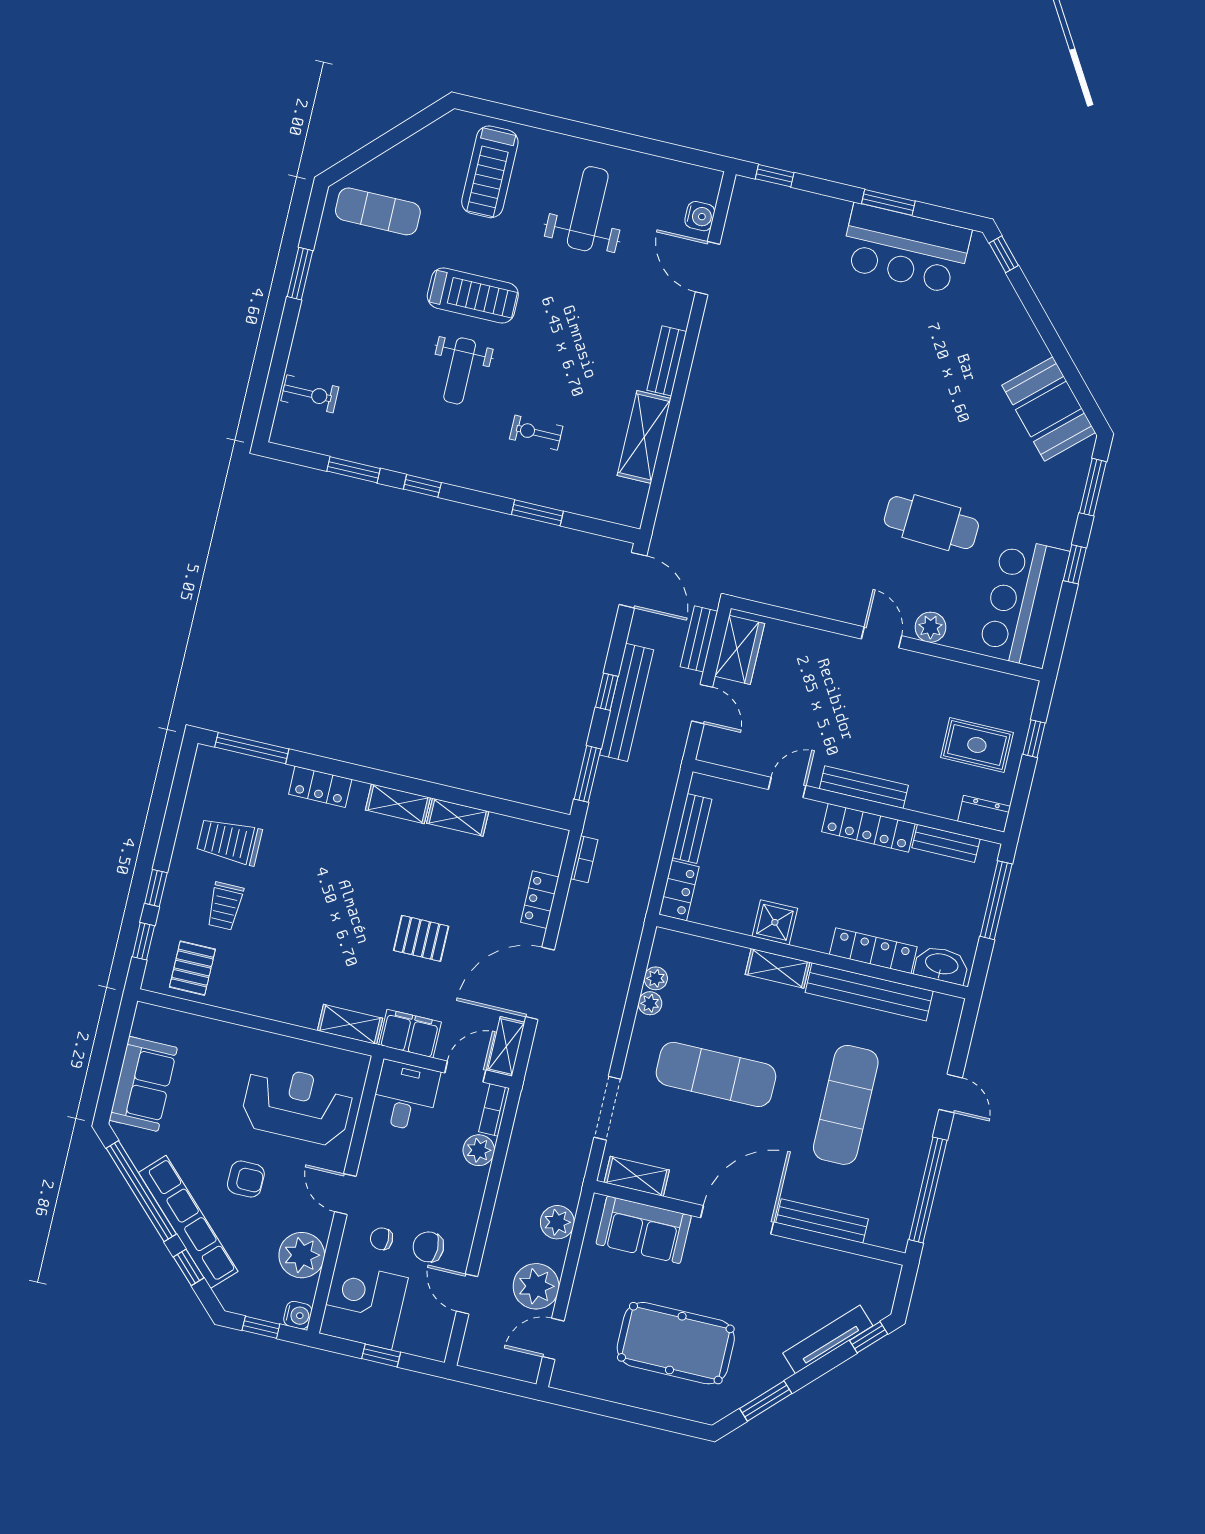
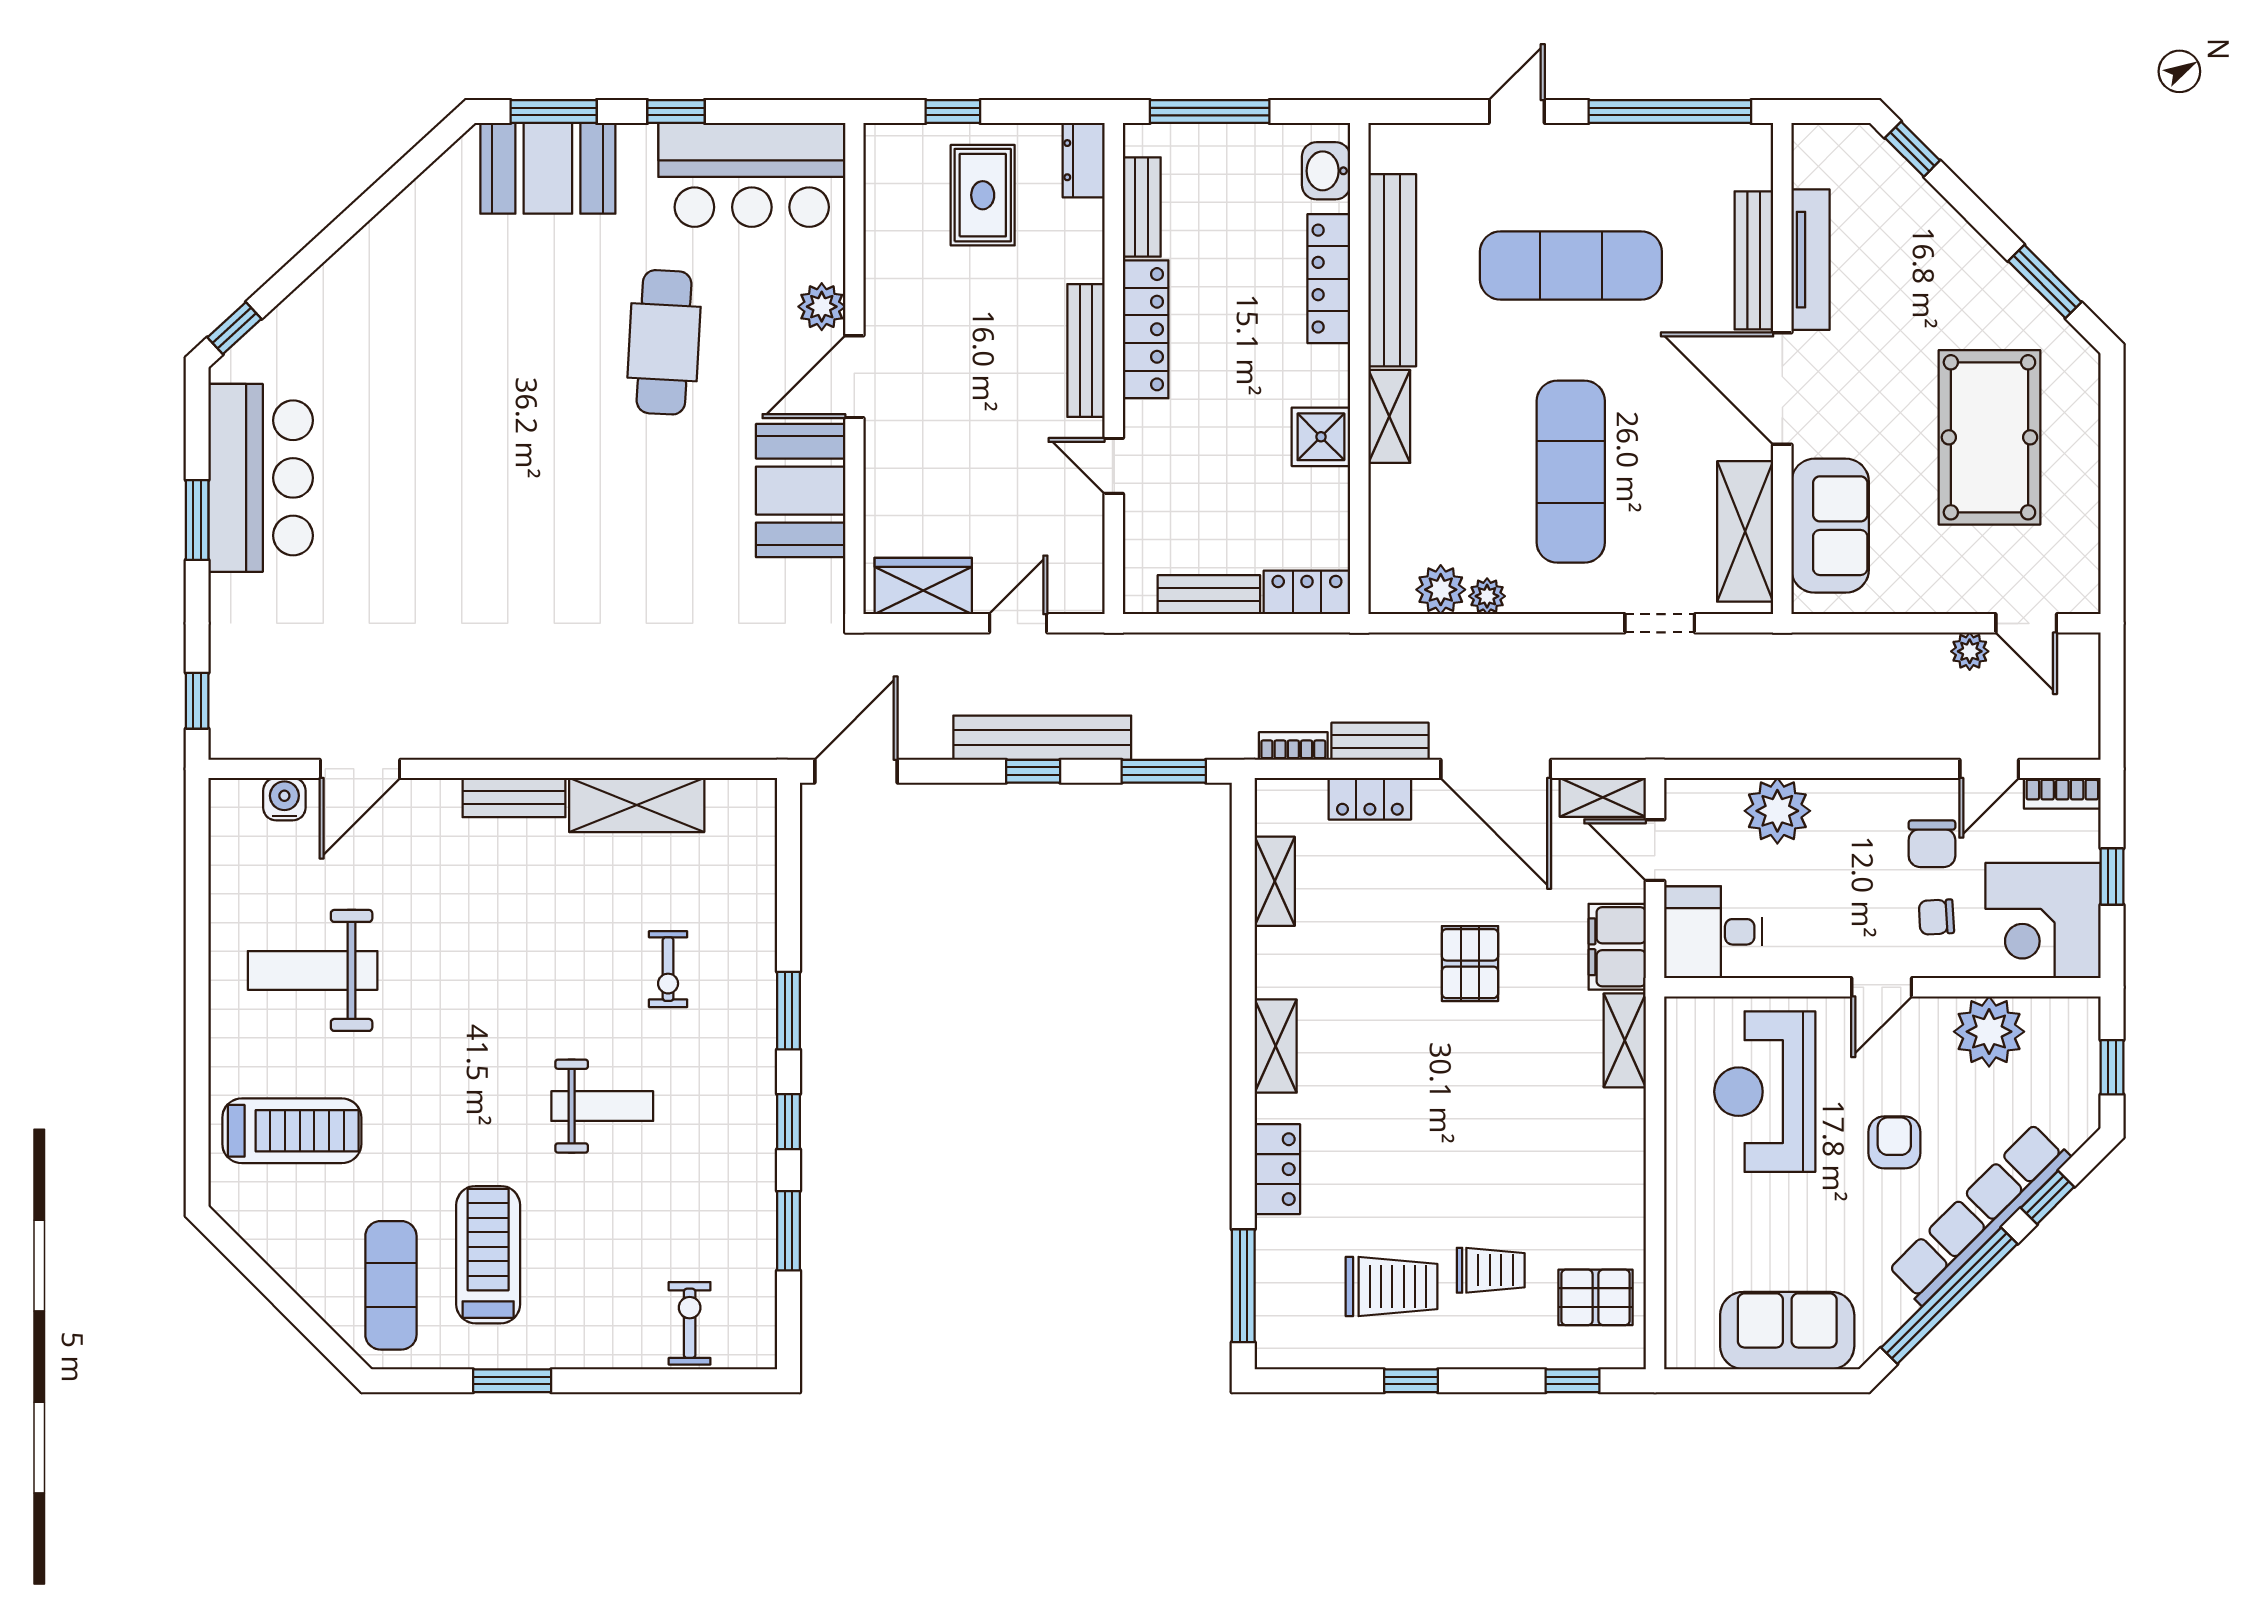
treadmill: (473, 295) -> (488, 1255), moved
booth: (1049, 409) -> (548, 168), moved, turned 43
window: (537, 513) -> (788, 1011), moved
booth: (818, 587) -> (801, 491), added
door: (881, 637) -> (854, 377), width x1.38
bench: (699, 639) -> (1380, 741), moved
shelving: (458, 817) -> (1275, 881), moved
trolley: (229, 841) -> (1392, 1286), turned -90
window: (156, 888) -> (1411, 1381), moved
washbasin: (942, 965) -> (1326, 171), width x0.72
plant: (656, 978) -> (1441, 590), width x1.38, depth x1.38
doorway: (607, 1108) -> (1660, 623), width x0.73
bookcase: (494, 1110) -> (2062, 793), moved
plant: (479, 1150) -> (1777, 811), width x1.36, depth x1.36
shelving: (637, 1176) -> (1745, 531), width x1.50, depth x1.33
plant: (557, 1222) -> (1849, 658), removed
chair: (382, 1239) -> (1936, 917), turned 87
plant: (536, 1286) -> (1970, 651), width x0.53, depth x0.53
water cooler: (298, 1315) -> (2081, 1016), removed
tv unit: (828, 1339) -> (1810, 260), moved, turned -135

